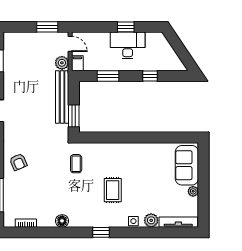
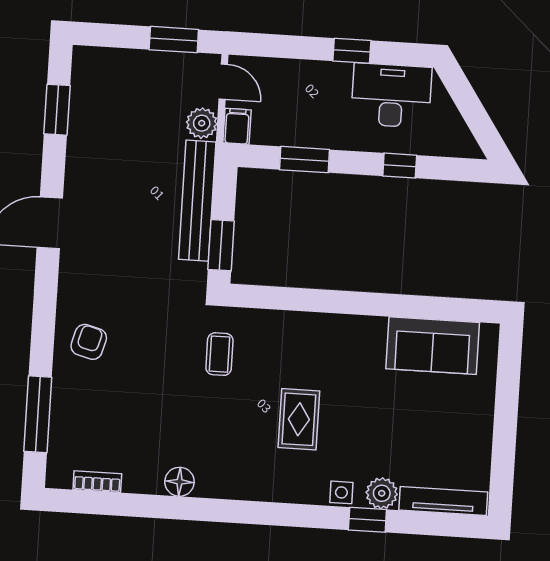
desk: (128, 45) -> (391, 96), moved
armchair: (18, 162) -> (89, 342), turned -142
sofa: (187, 165) -> (433, 346), moved, turned -90
plant: (193, 191) -> (481, 433), removed
window: (101, 232) -> (367, 520), moved

